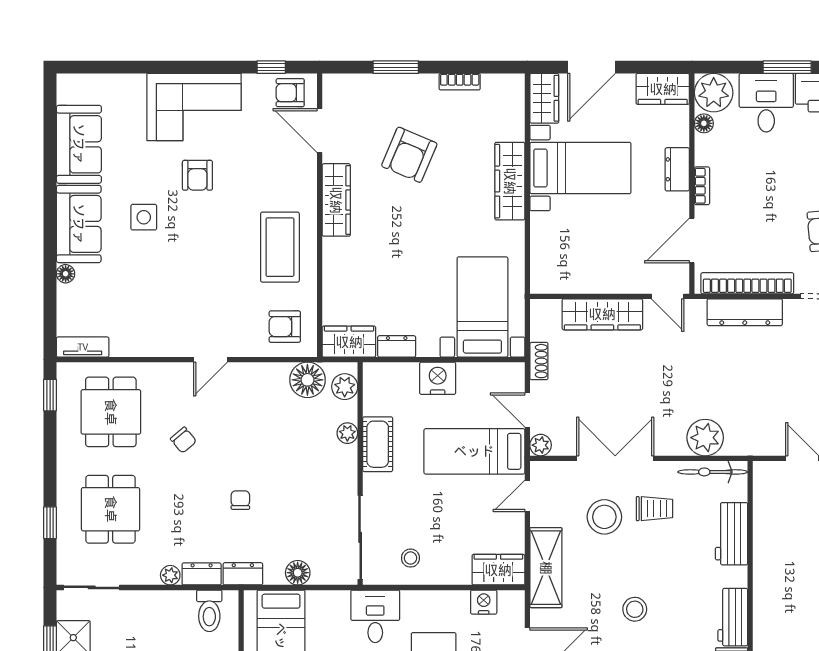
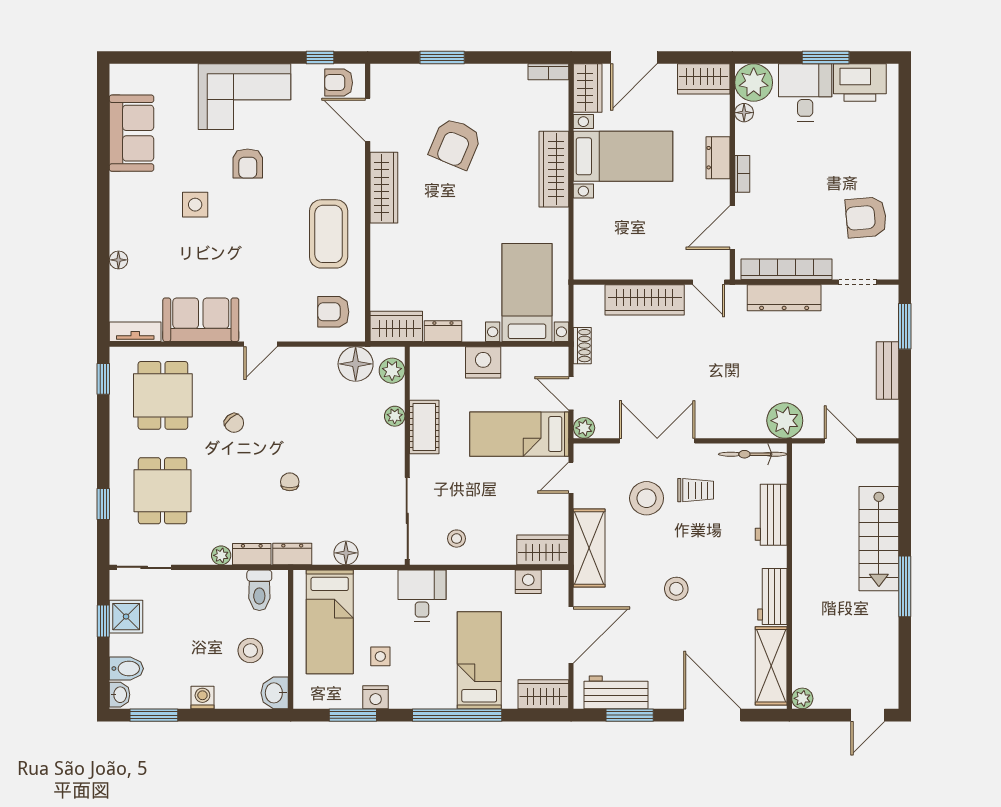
bookcase: (460, 82) -> (548, 72), moved
sofa: (79, 224) -> (201, 320), moved, turned -90
plant: (705, 438) -> (785, 421), moved

